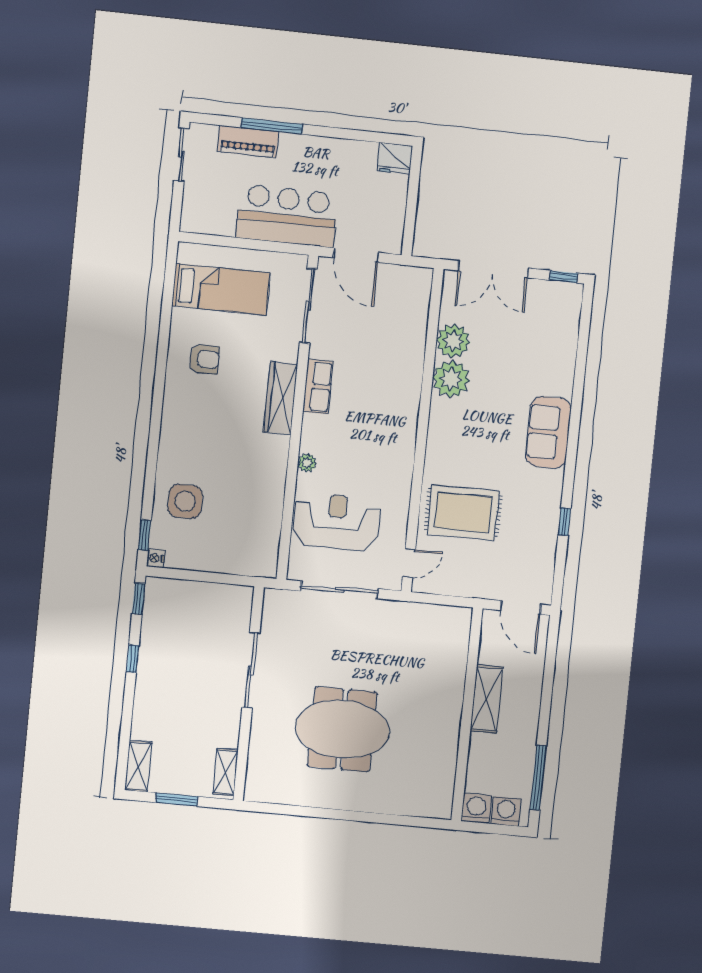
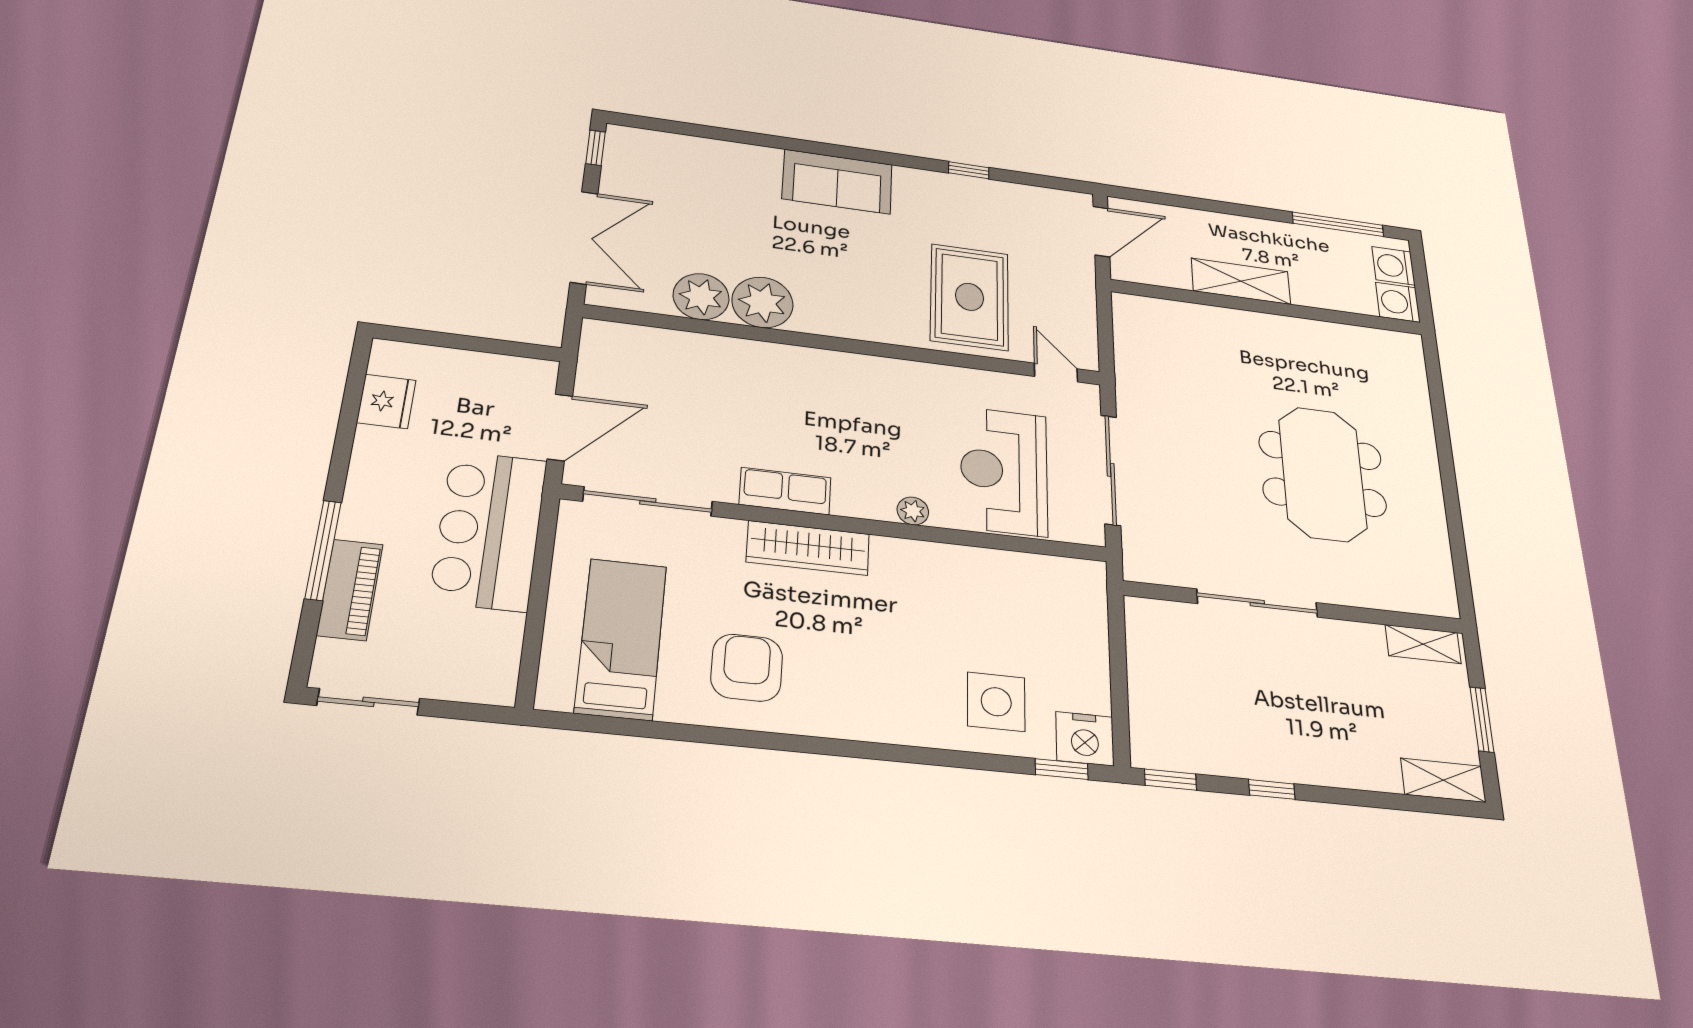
fridge: (395, 158) -> (386, 401), moved
armchair: (204, 359) -> (747, 668), width x1.38, depth x1.38
nightstand: (156, 558) -> (1085, 739), width x1.89, depth x1.79

